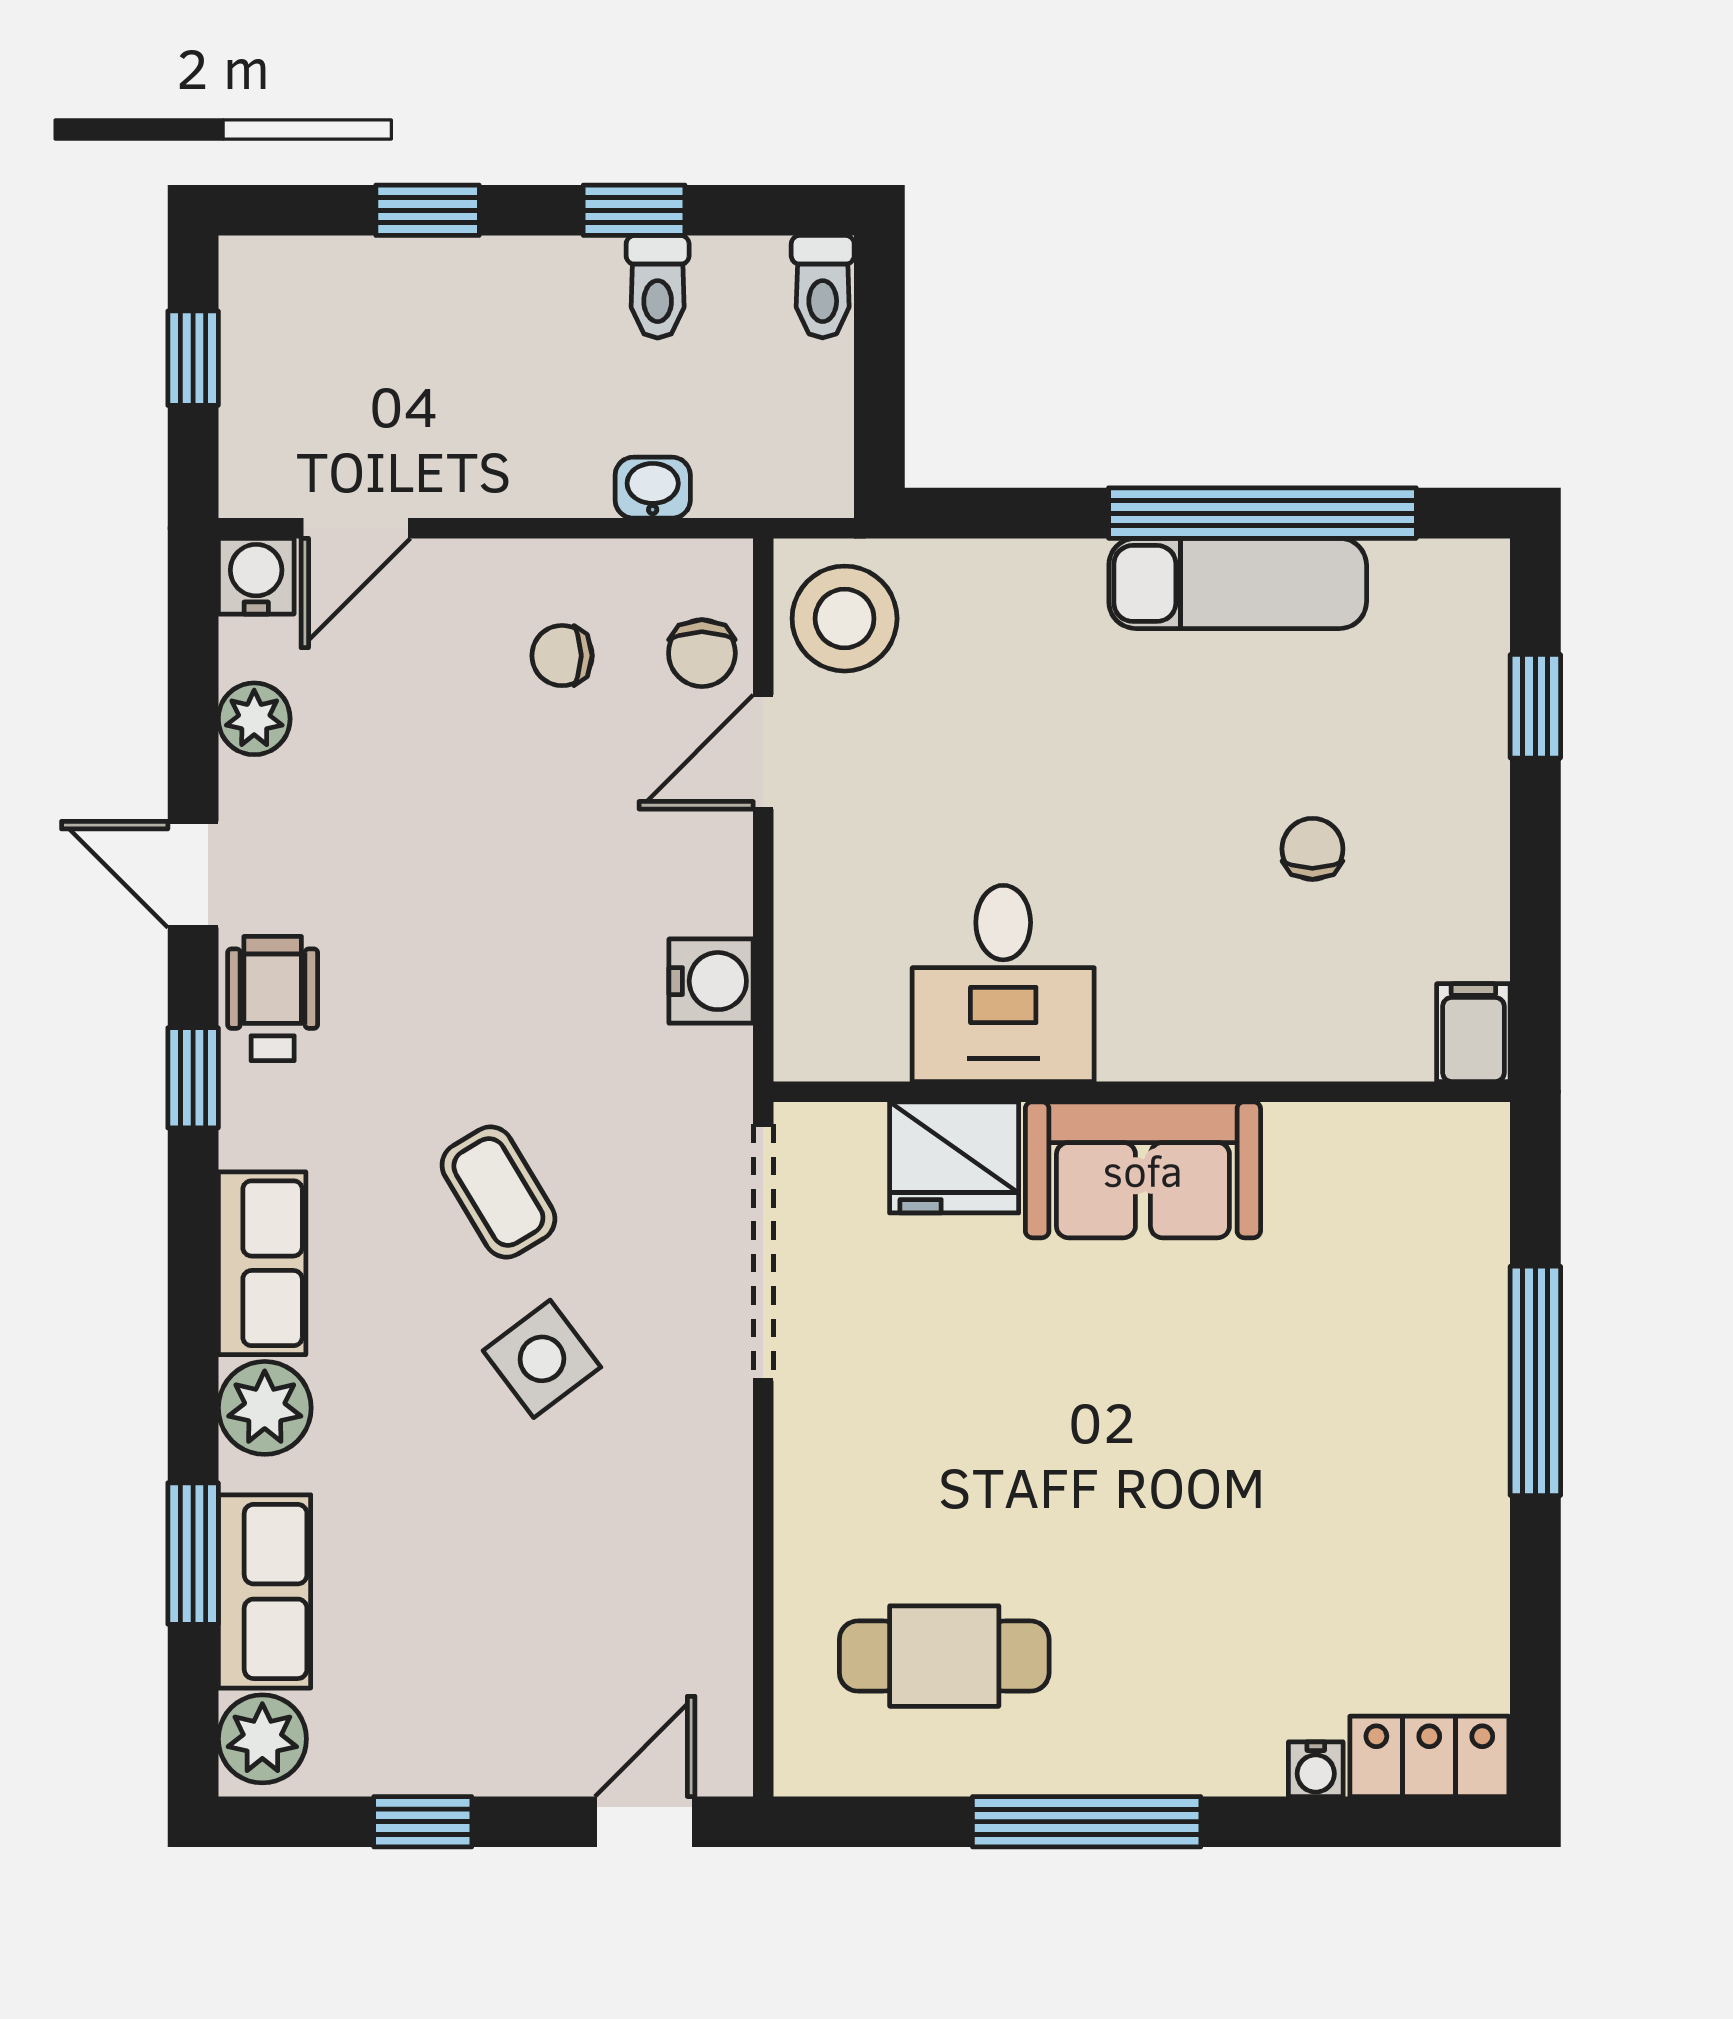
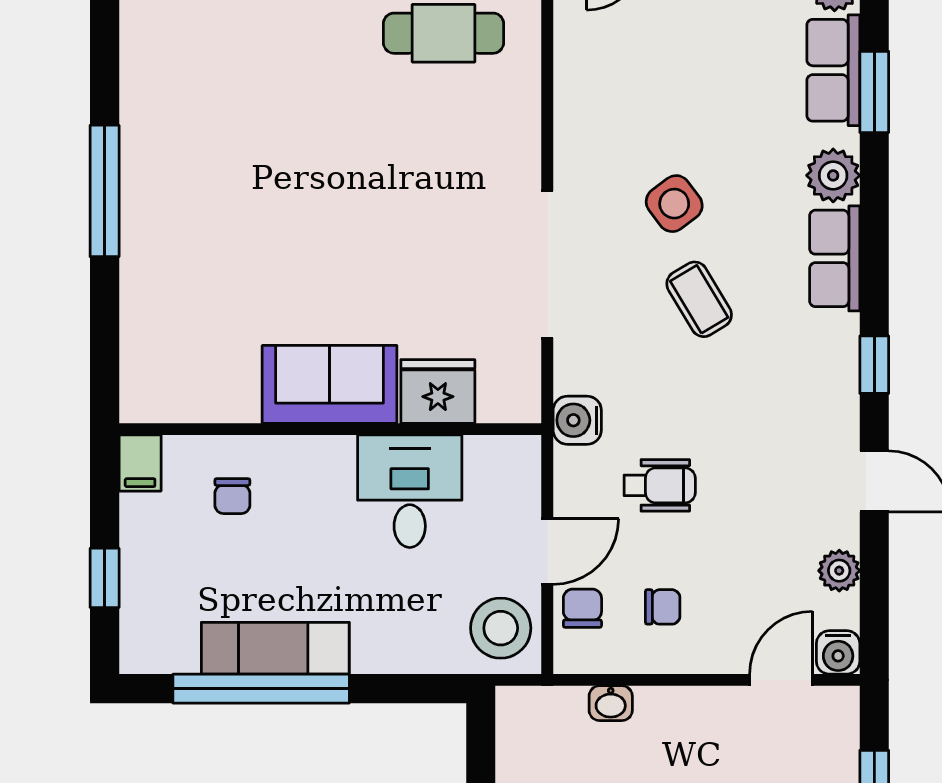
desk: (1003, 983) -> (410, 491), moved
wheelchair: (273, 999) -> (660, 485), moved, turned -90
filing cabinet: (1473, 1033) -> (140, 463), moved
wall: (1142, 1092) -> (330, 429), moved
fridge: (954, 1157) -> (438, 391), moved
sofa: (1143, 1170) -> (330, 384), moved

